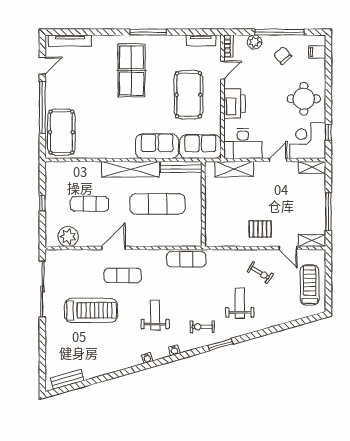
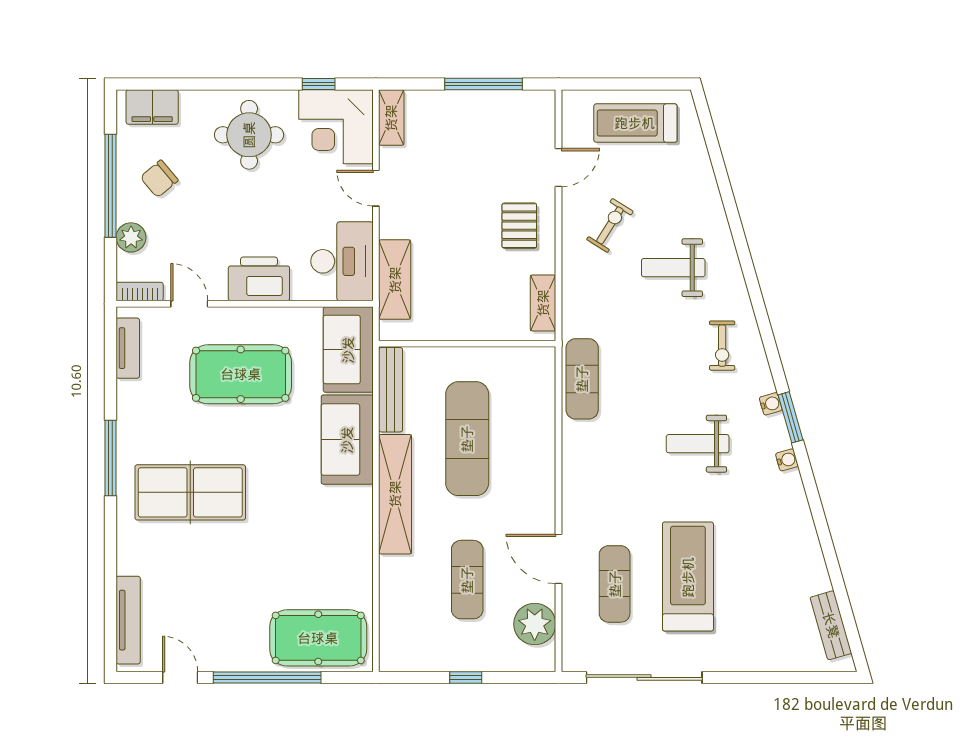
filing cabinet: (317, 52) -> (152, 107), width x2.00
shelving: (312, 240) -> (543, 303), moved
door: (114, 248) -> (559, 559), moved
exercise mat: (123, 275) -> (615, 584), moved
window: (220, 345) -> (790, 417), moved

